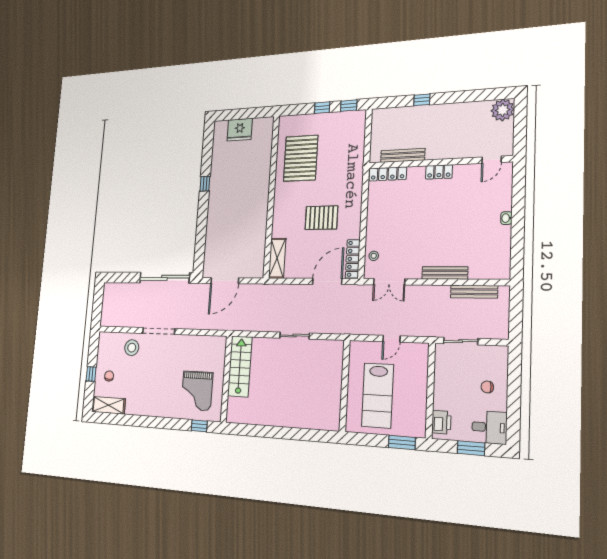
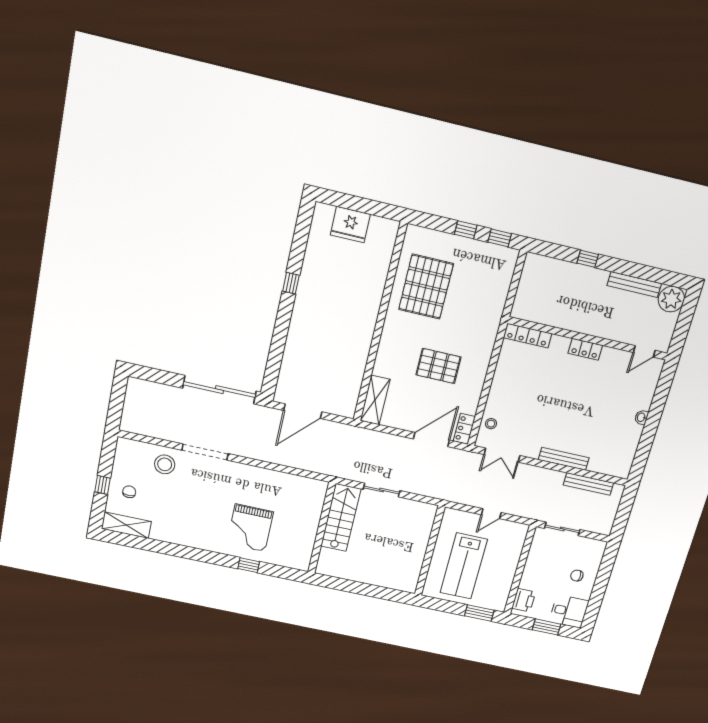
bench: (403, 155) -> (634, 284), moved
locker: (353, 259) -> (464, 429), width x0.66
stairs: (240, 366) -> (341, 518), moved
wall: (226, 379) -> (322, 528), moved

